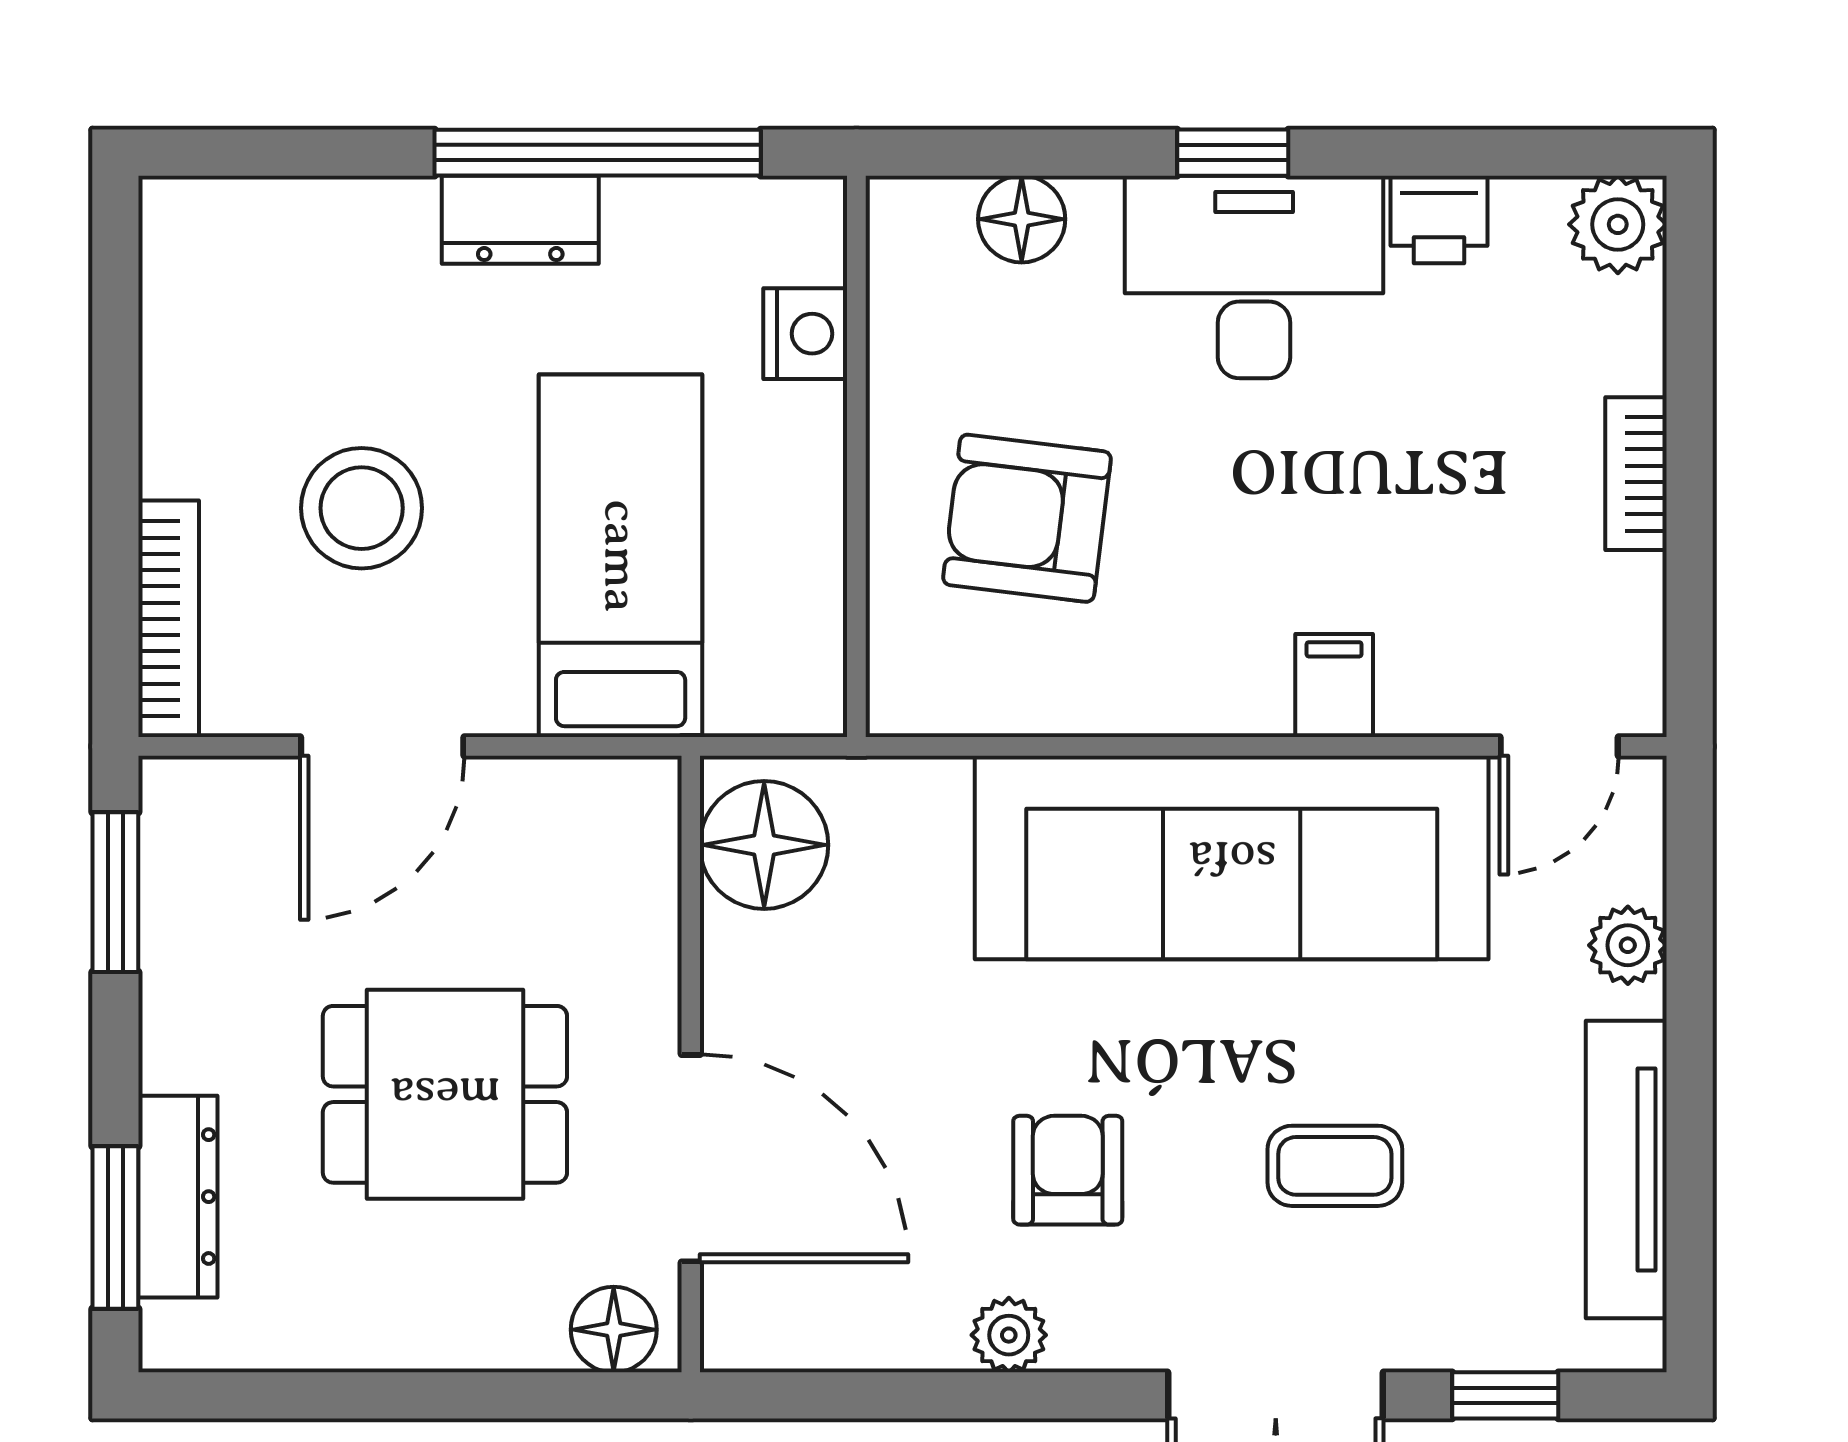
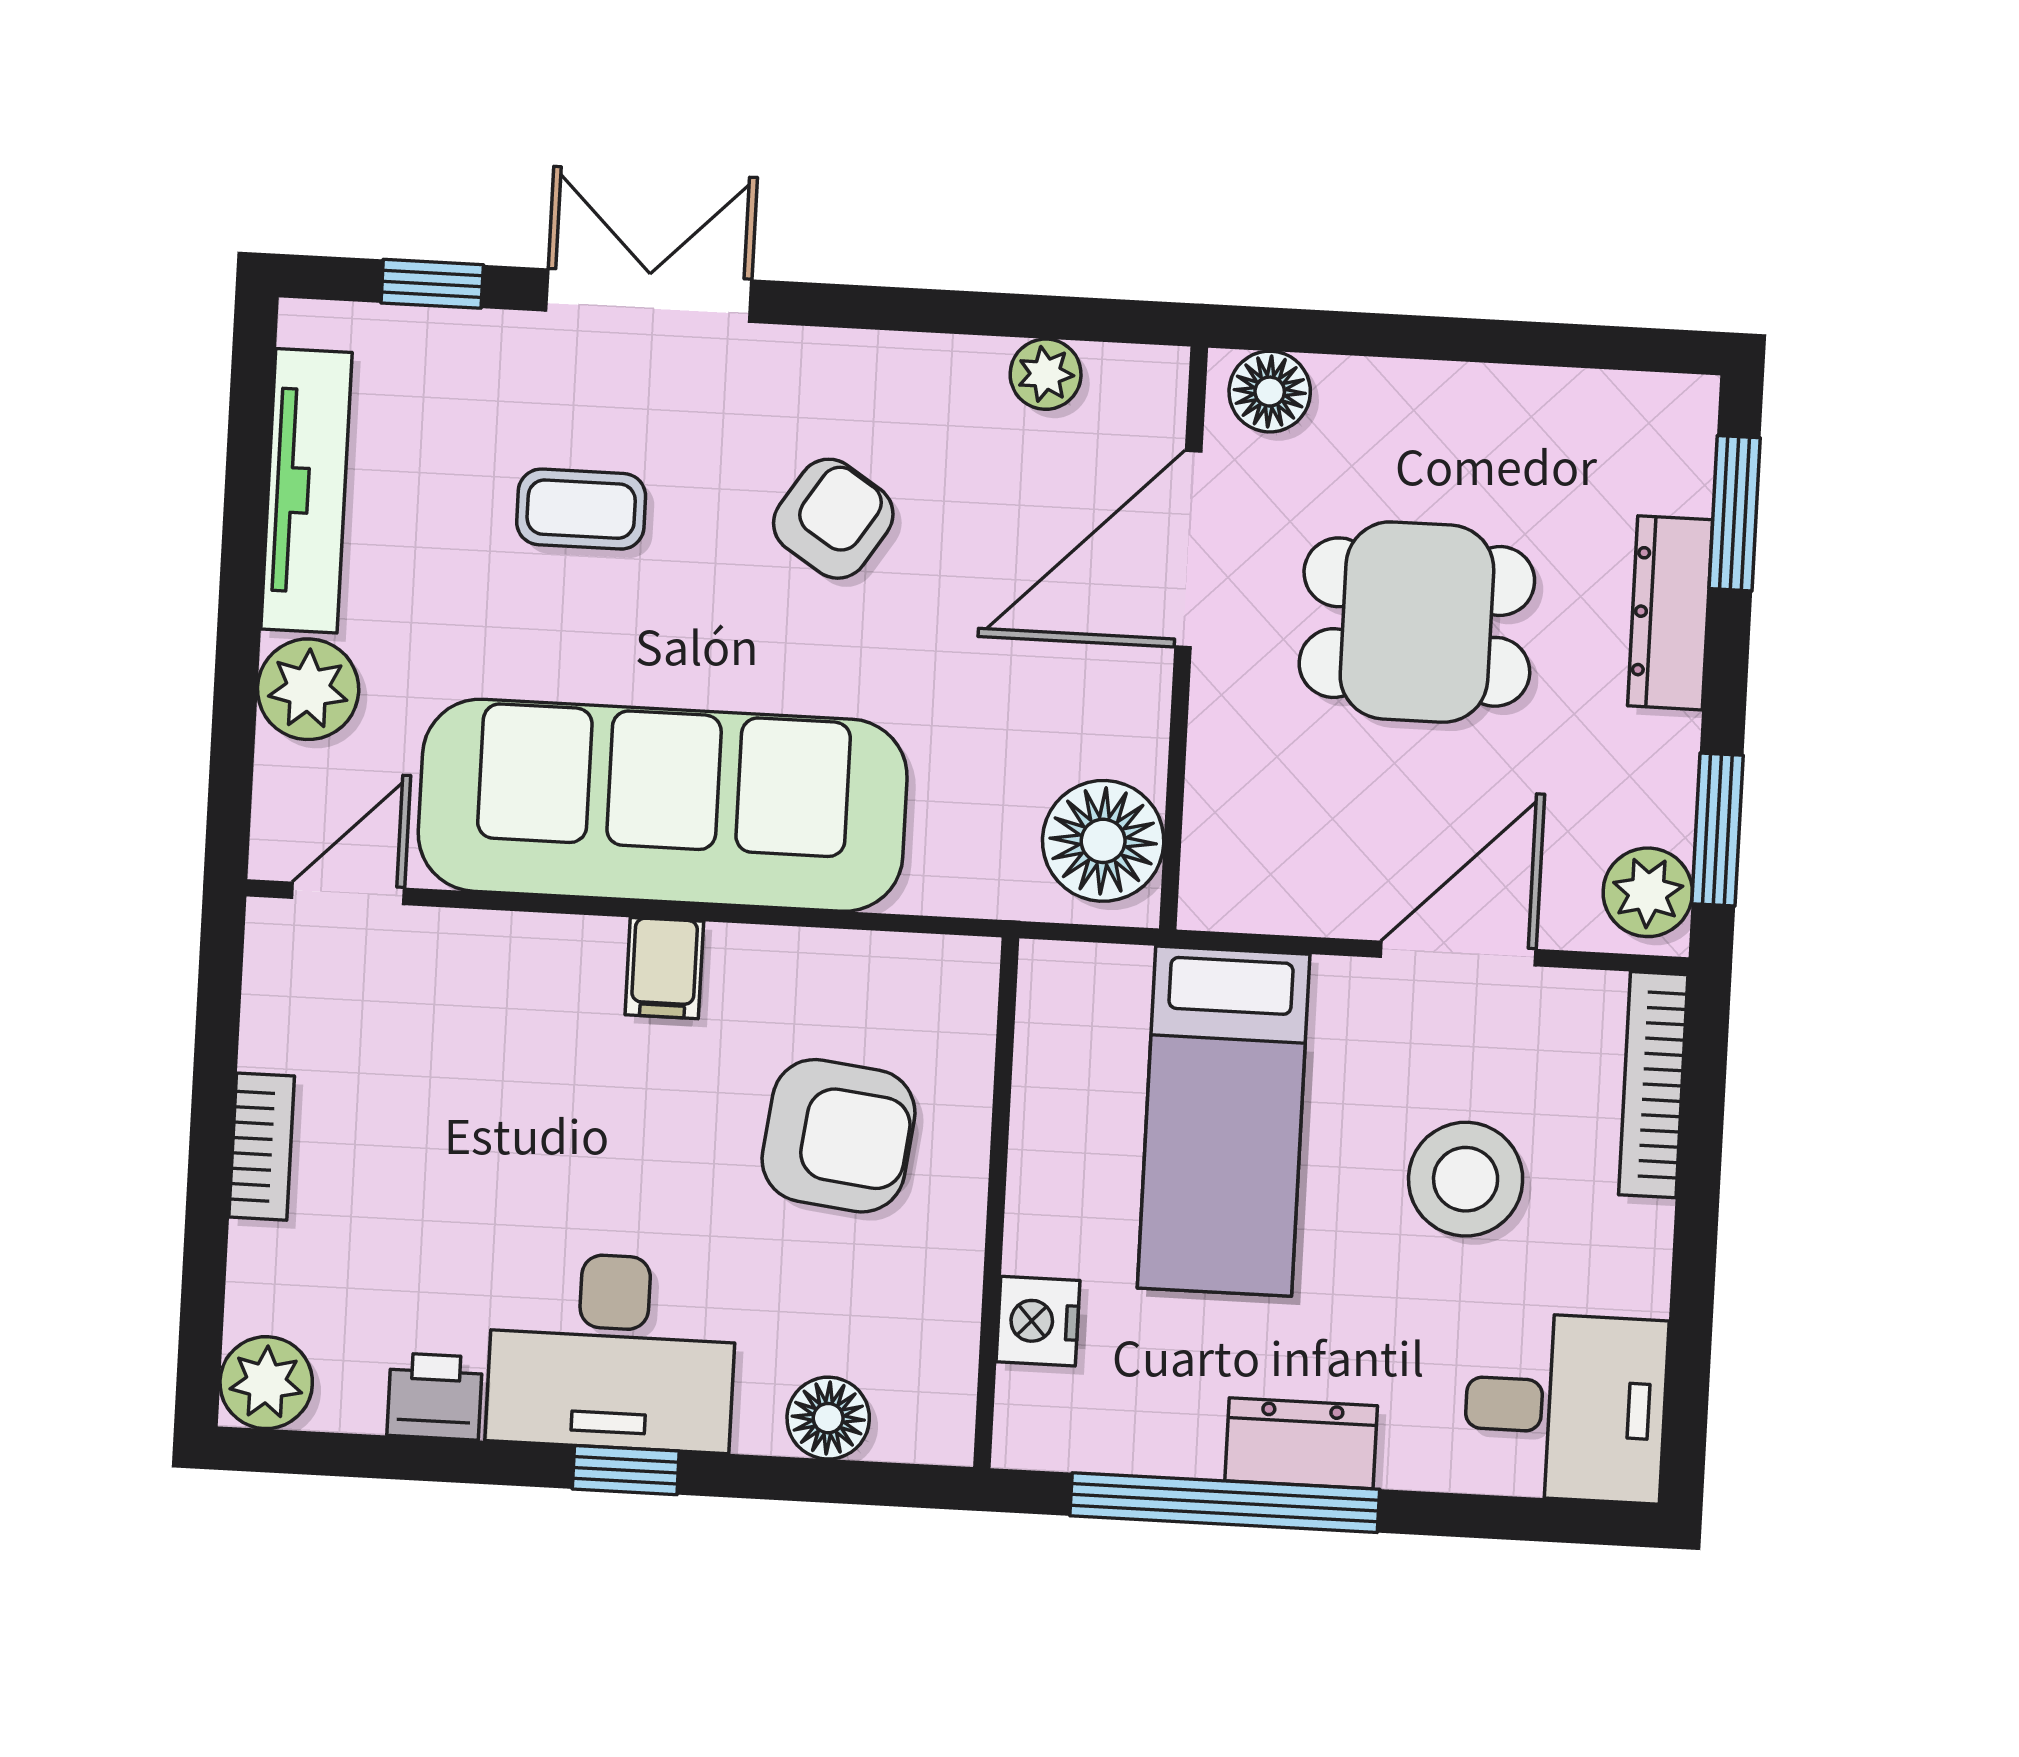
desk: (243, 273) -> (1565, 1407), added
filing cabinet: (1334, 685) -> (664, 968), moved
plant: (185, 822) -> (1648, 892), added
plant: (1628, 945) -> (308, 689), width x1.38, depth x1.38
door: (691, 1158) -> (1188, 549), hinge flipped
armchair: (1068, 1170) -> (833, 519), turned -147
dresser: (178, 1197) -> (1670, 613), moved
plant: (1009, 1335) -> (1046, 374), moved

